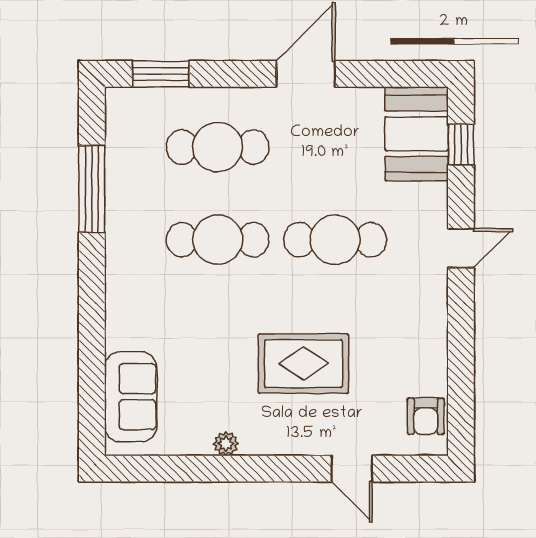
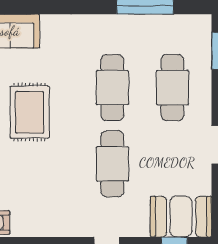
rug: (303, 364) -> (30, 112), moved

